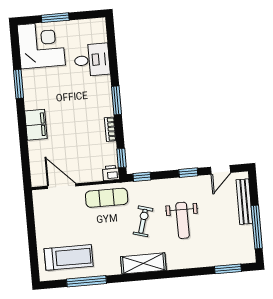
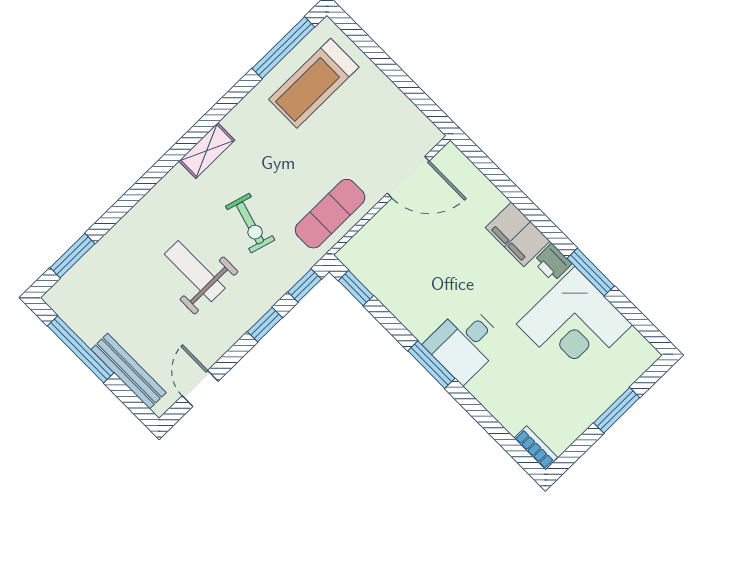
corner desk: (41, 45) -> (574, 324), moved
desk: (92, 60) -> (465, 343), moved
bookcase: (110, 129) -> (536, 448), moved
printer: (111, 173) -> (552, 263), moved, turned 90
window: (188, 173) -> (265, 325), moved
shelving: (143, 263) -> (207, 151), width x0.67, depth x0.75
window: (87, 281) -> (283, 48), moved

